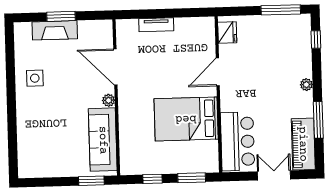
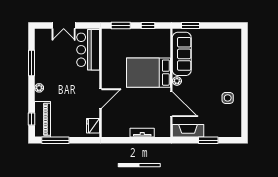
fireplace: (55, 30) -> (188, 131), moved
bed: (186, 119) -> (149, 73), moved, turned 180
piano: (303, 144) -> (43, 119), moved

